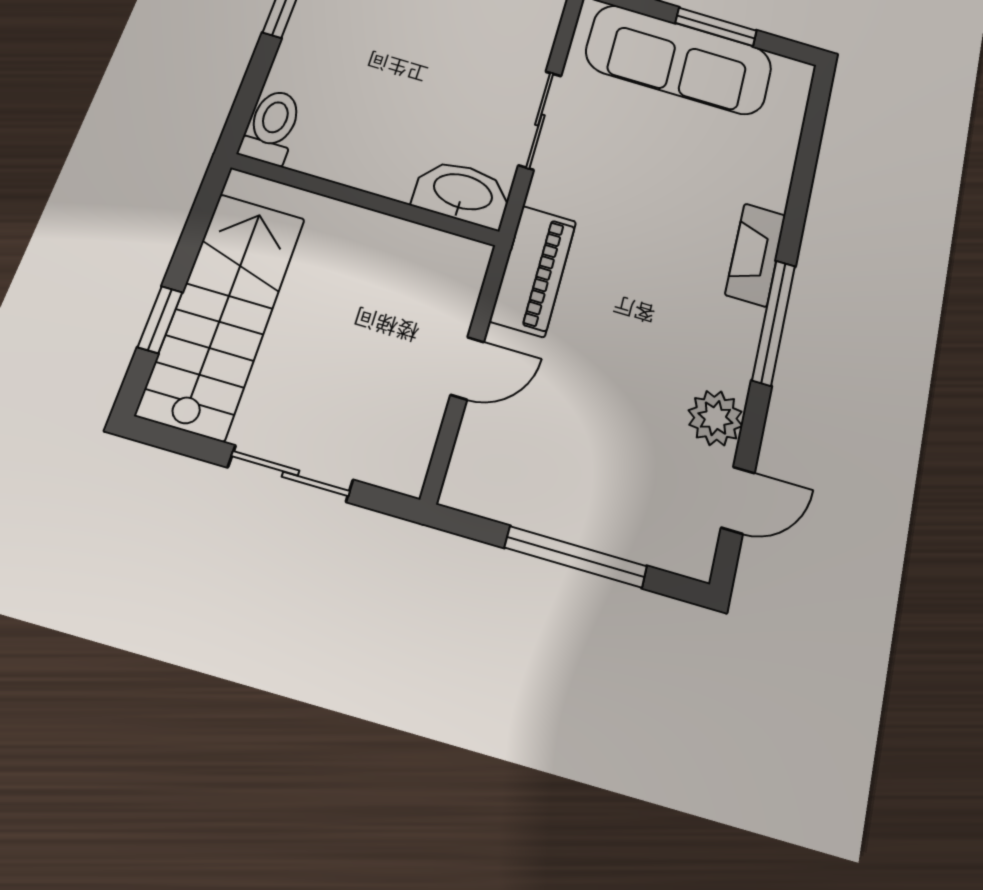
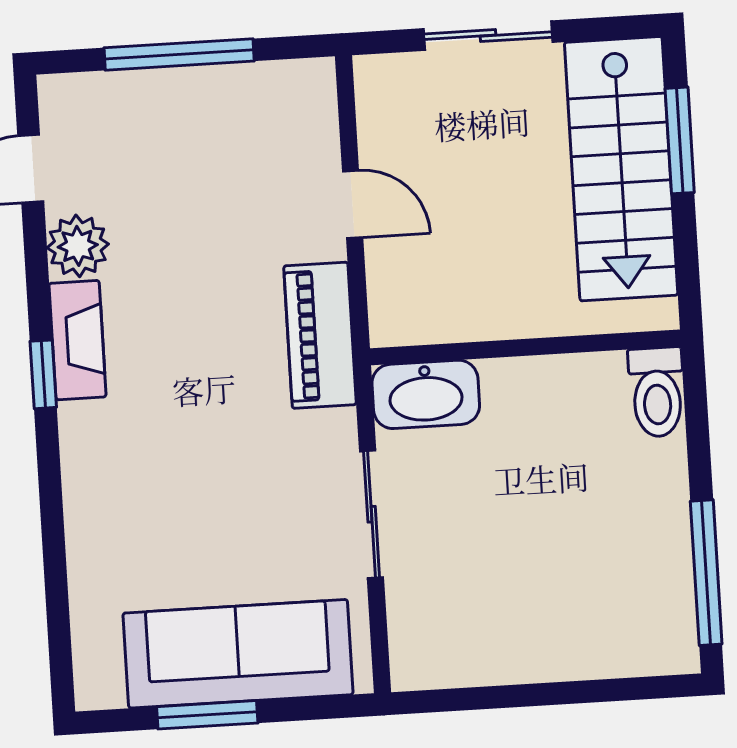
fireplace: (756, 255) -> (78, 340), moved
window: (160, 320) -> (680, 140), width x1.50
window: (774, 322) -> (43, 374), width x0.46
door: (467, 368) -> (353, 204), swing flipped

